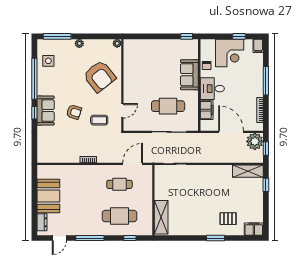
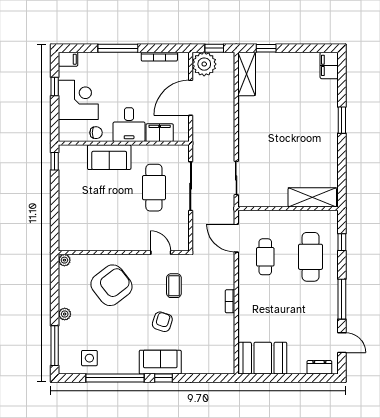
booth: (48, 196) -> (263, 358), moved
pallet: (228, 219) -> (314, 102), removed

